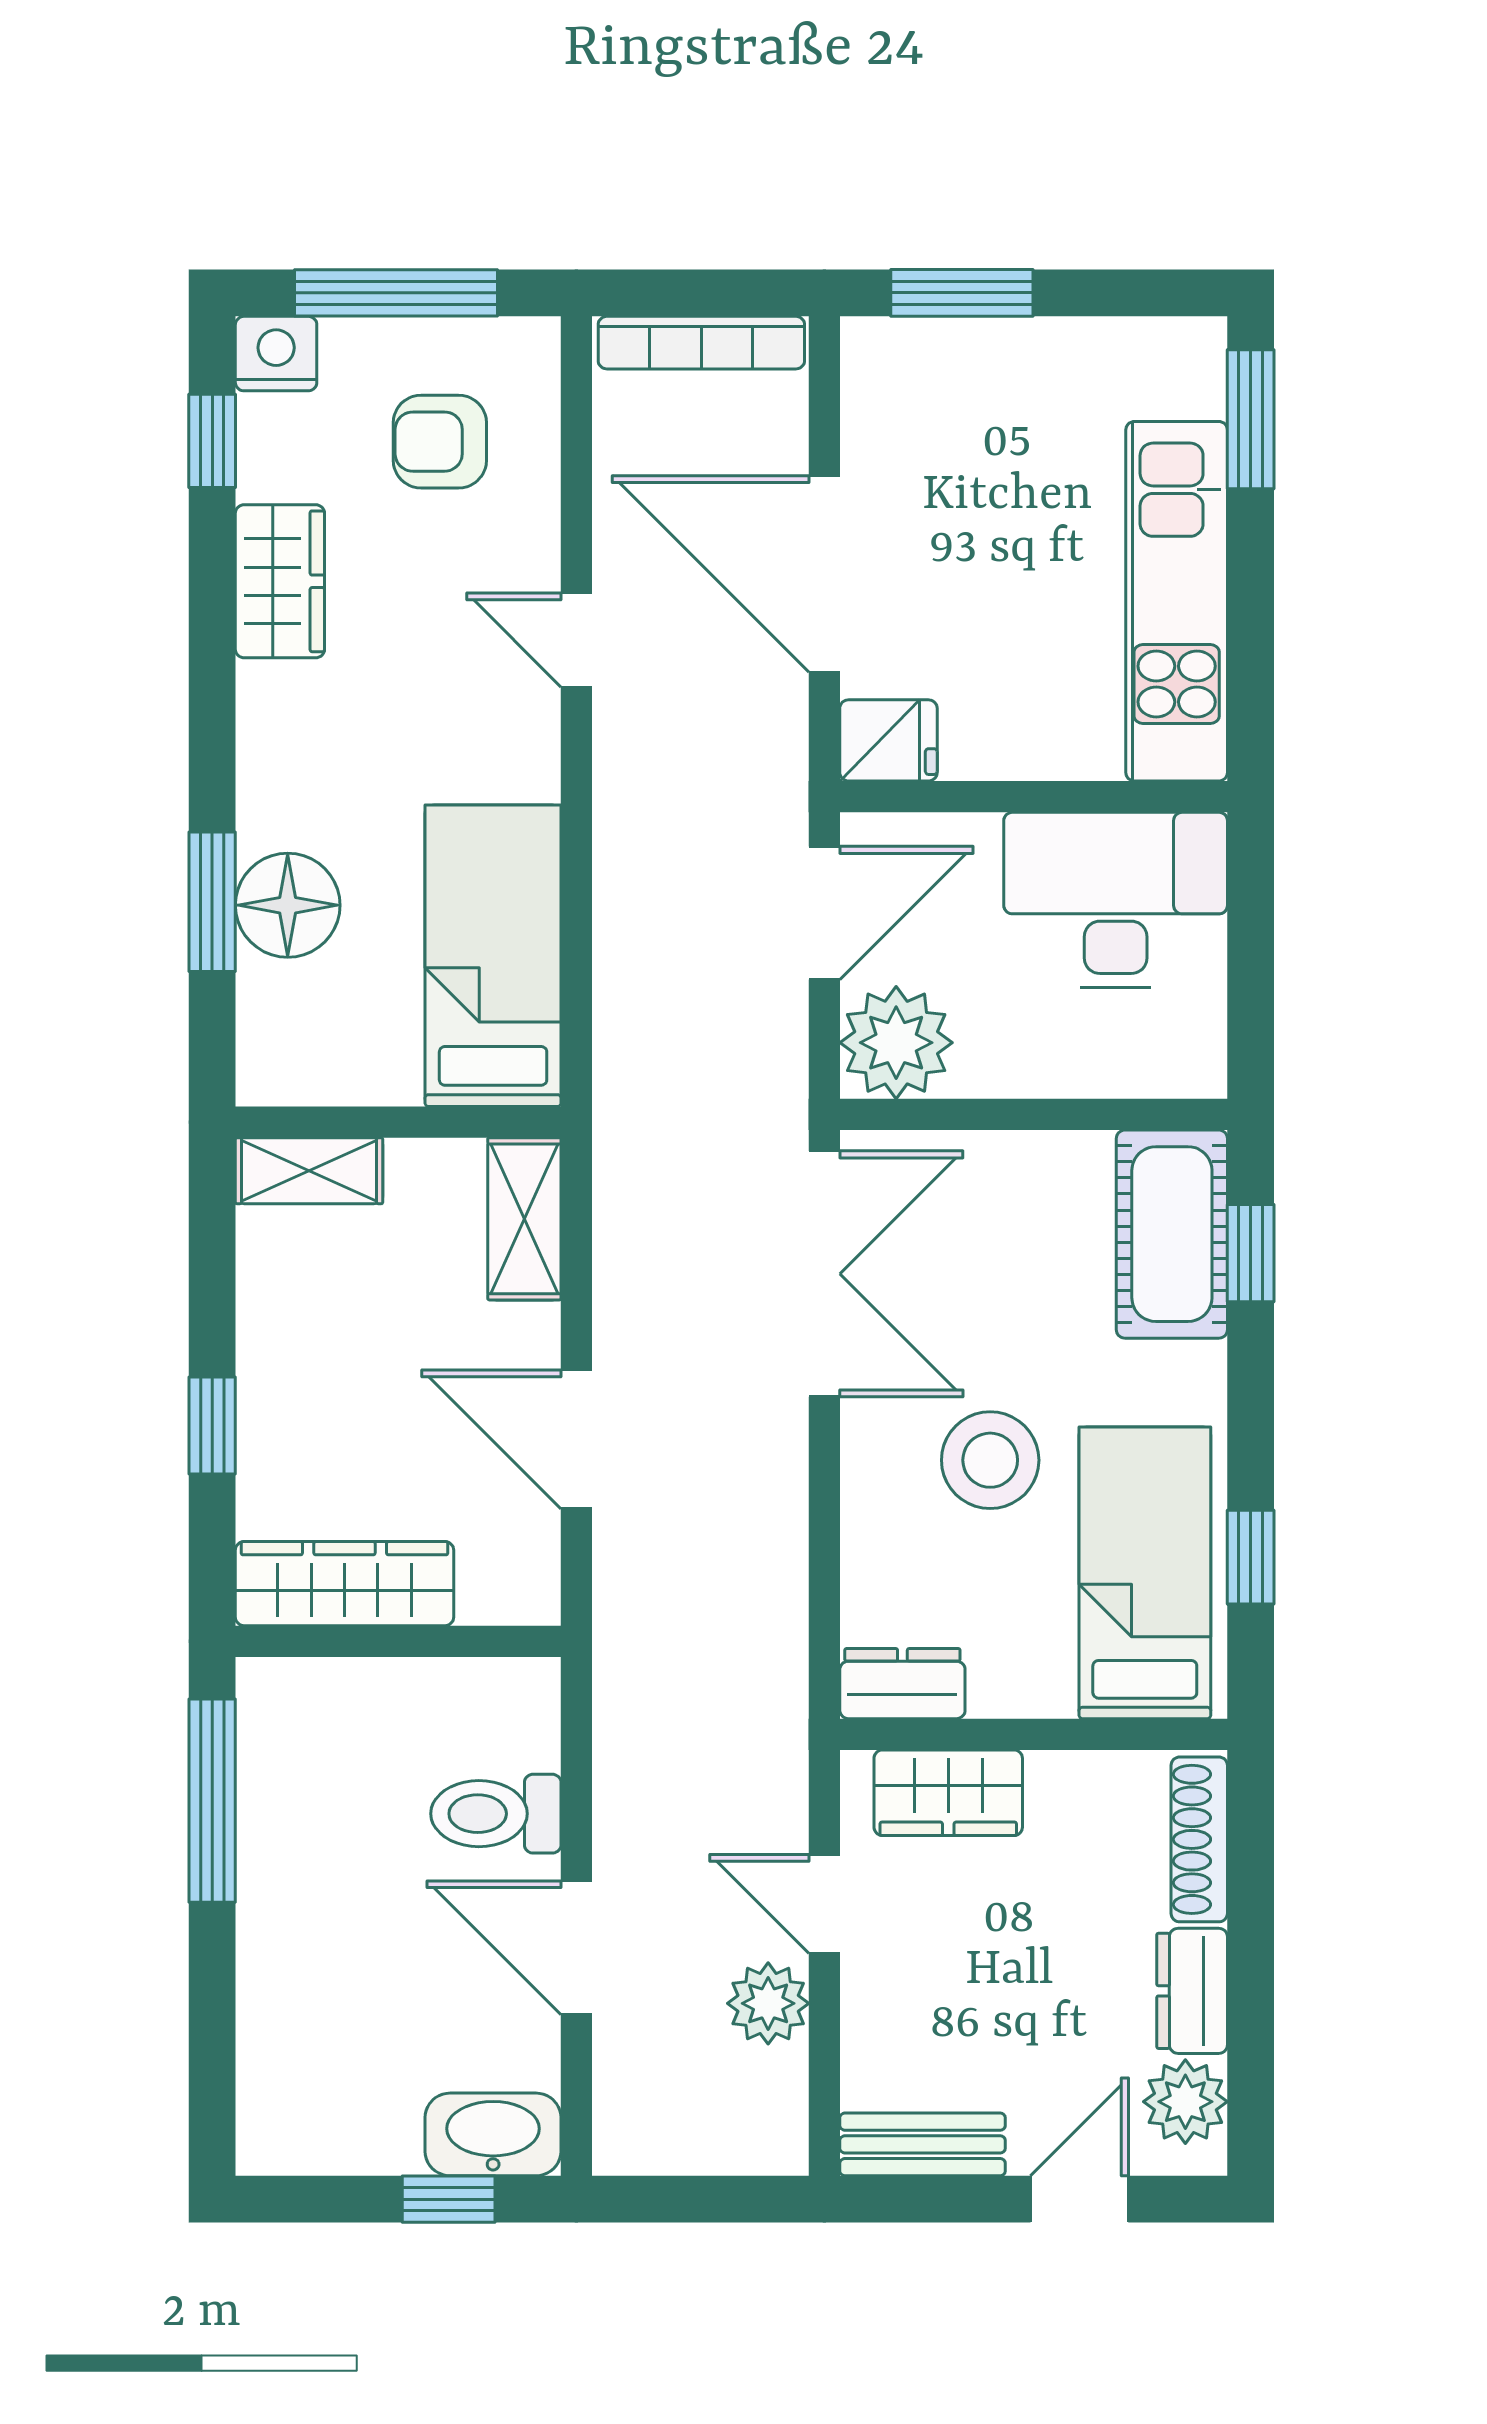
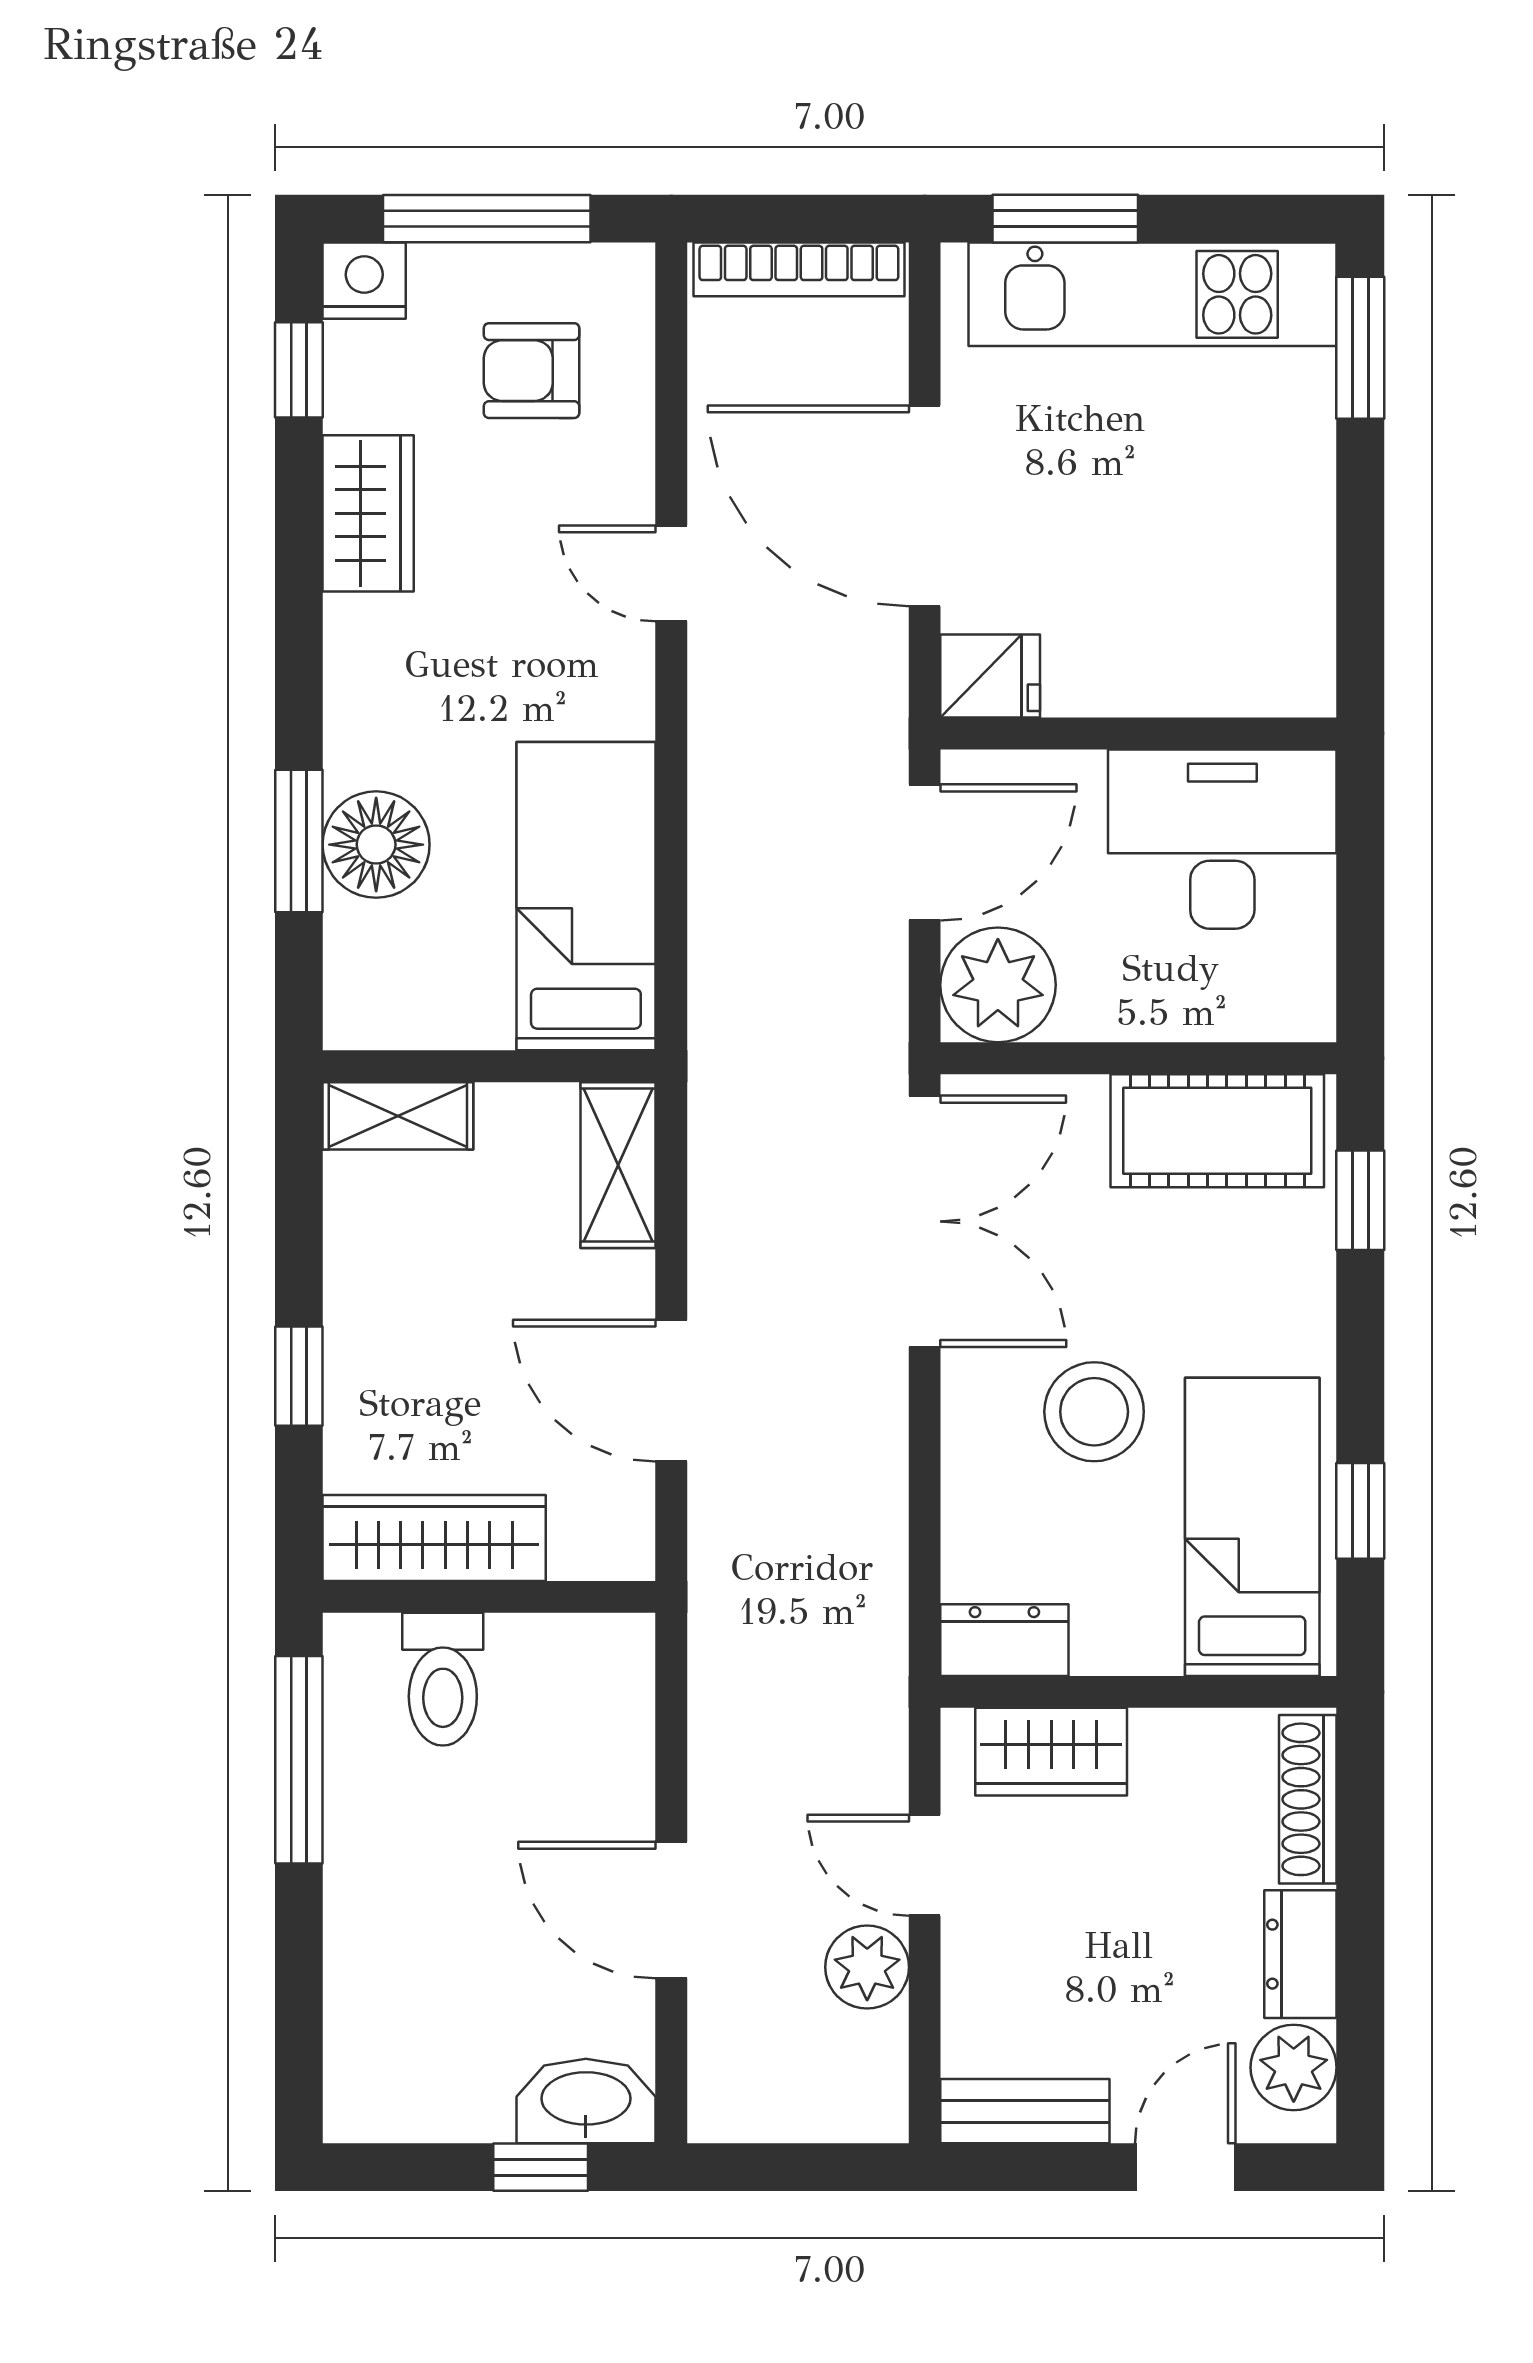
kitchen unit: (1177, 601) -> (1153, 294), moved, turned -90
cot: (1172, 1234) -> (1217, 1131), moved, turned 90
toilet: (496, 1814) -> (443, 1679), moved, turned -90

